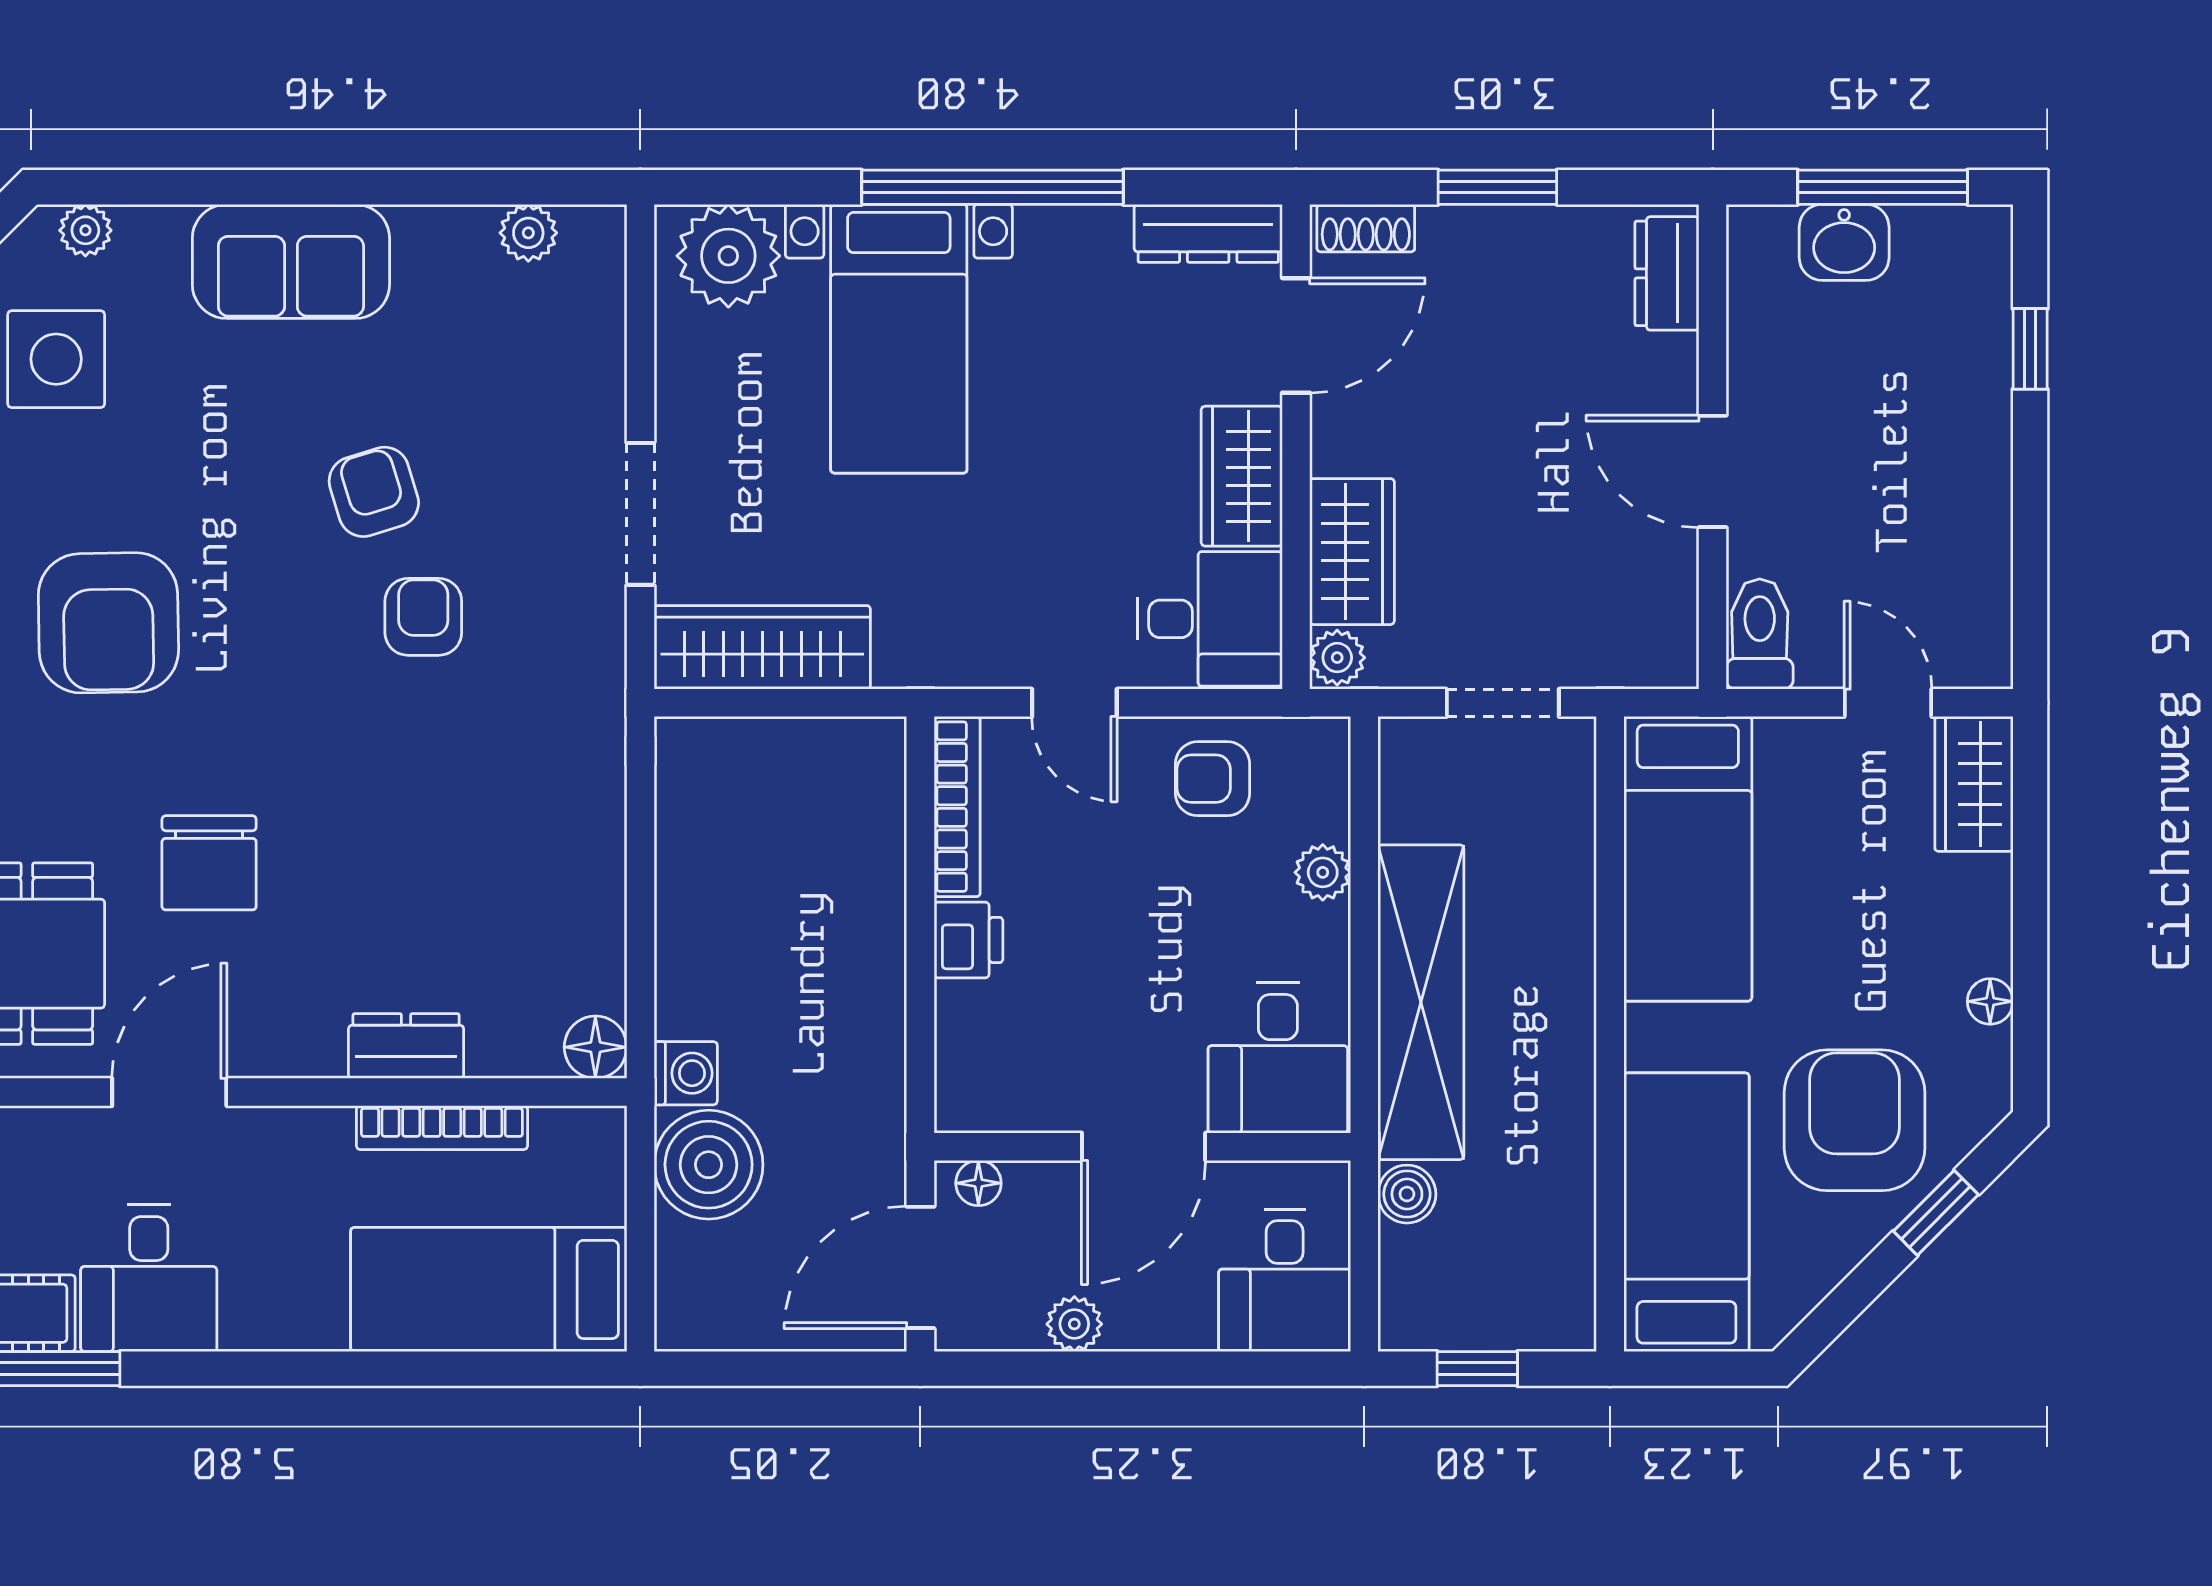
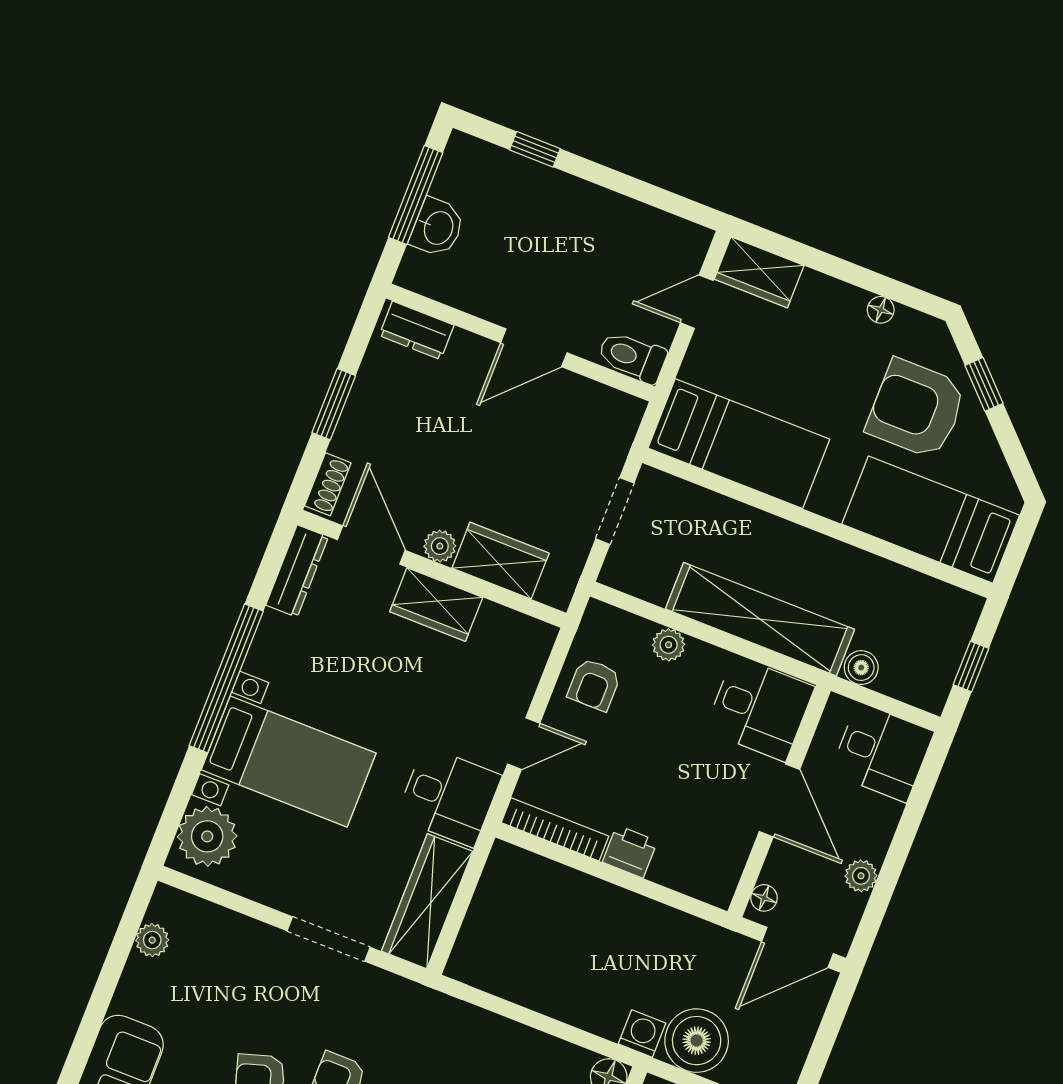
desk: (1210, 619) -> (449, 796), moved, turned 90
plant: (1337, 658) -> (440, 546), moved
door: (920, 1267) -> (797, 947), hinge flipped

